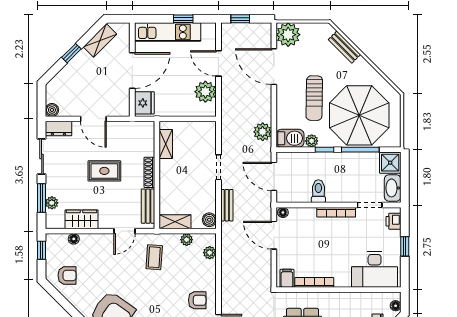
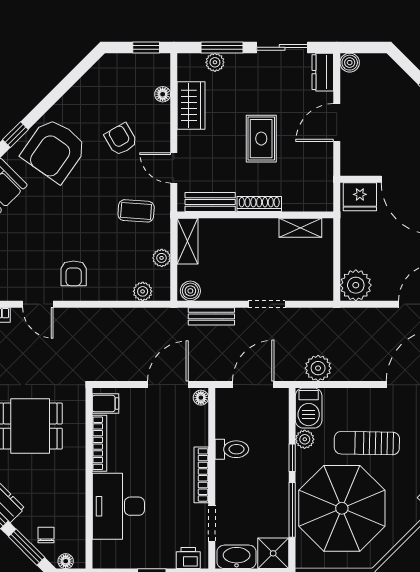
plant: (205, 92) -> (356, 285), moved
desk: (375, 269) -> (118, 506), moved
armchair: (67, 275) -> (121, 139), moved, turned 150

